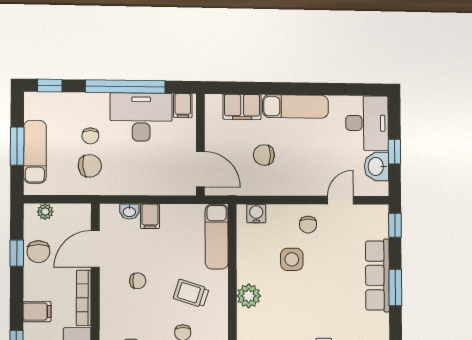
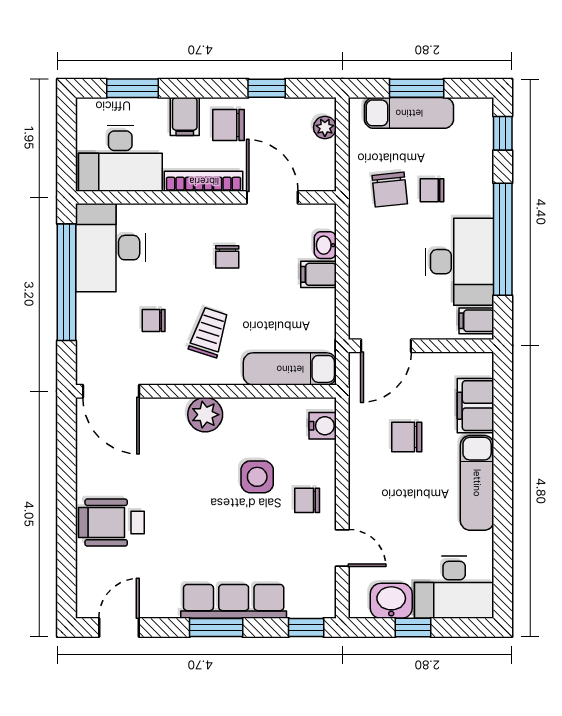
chair: (264, 155) -> (407, 437), turned -90
chair: (38, 252) -> (228, 125), moved

